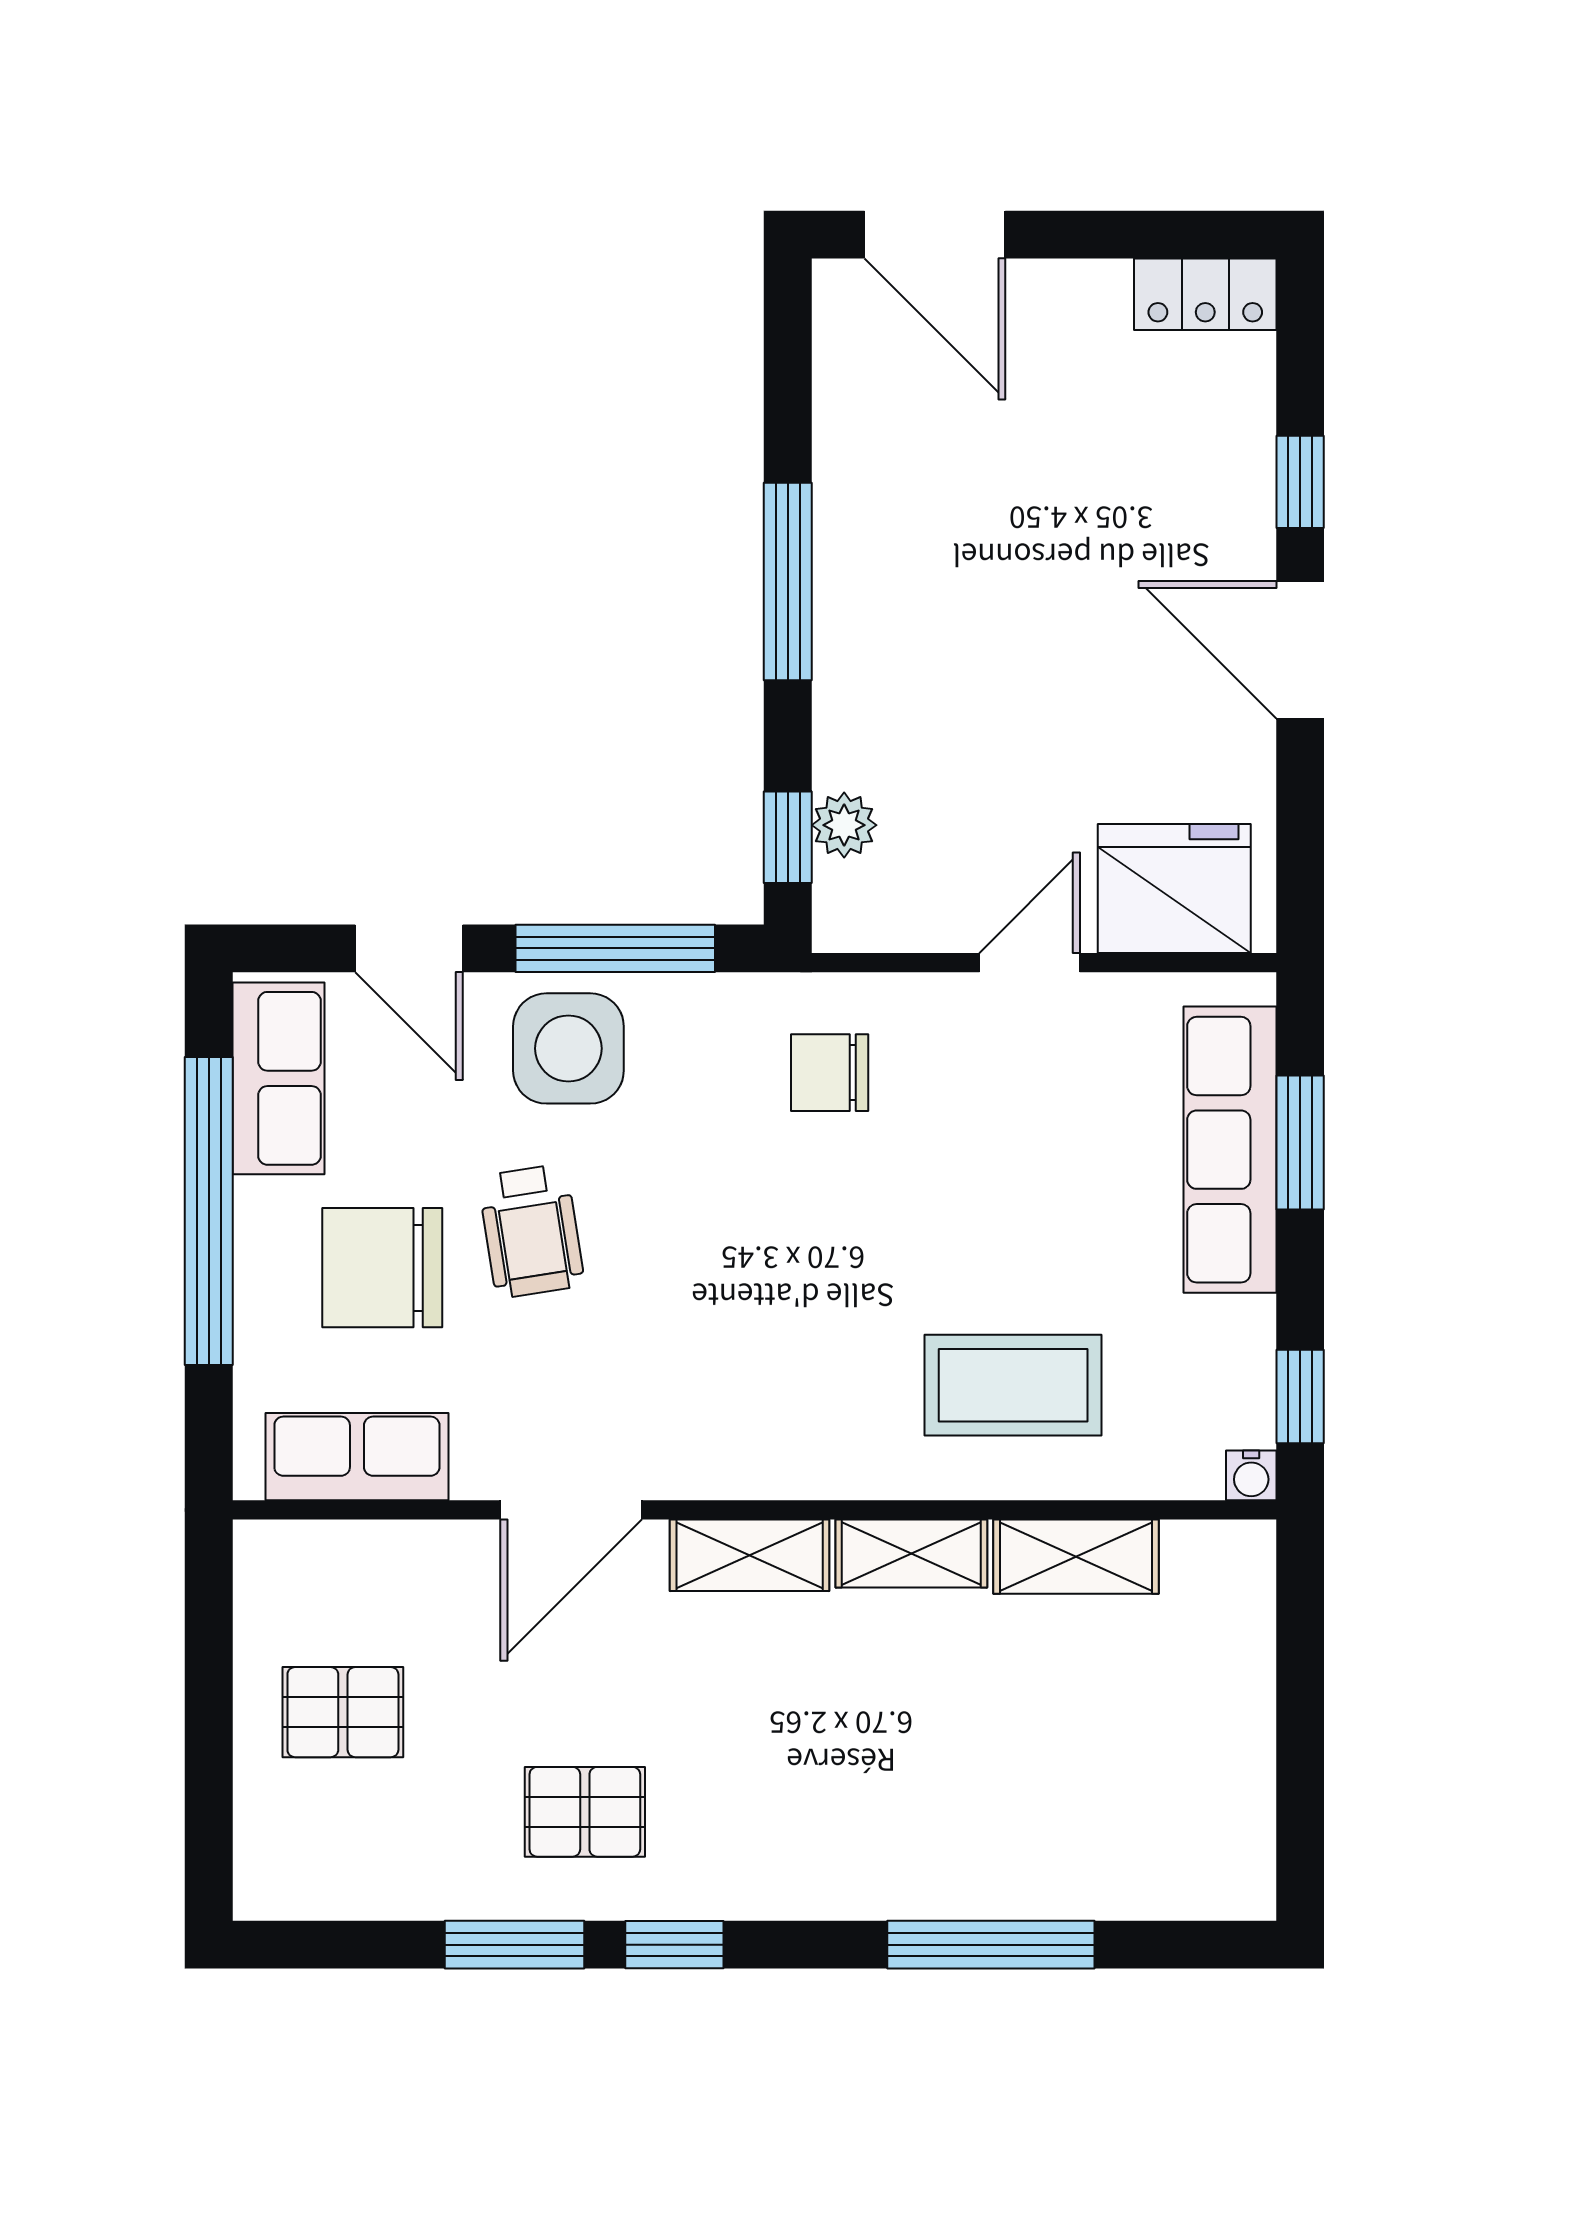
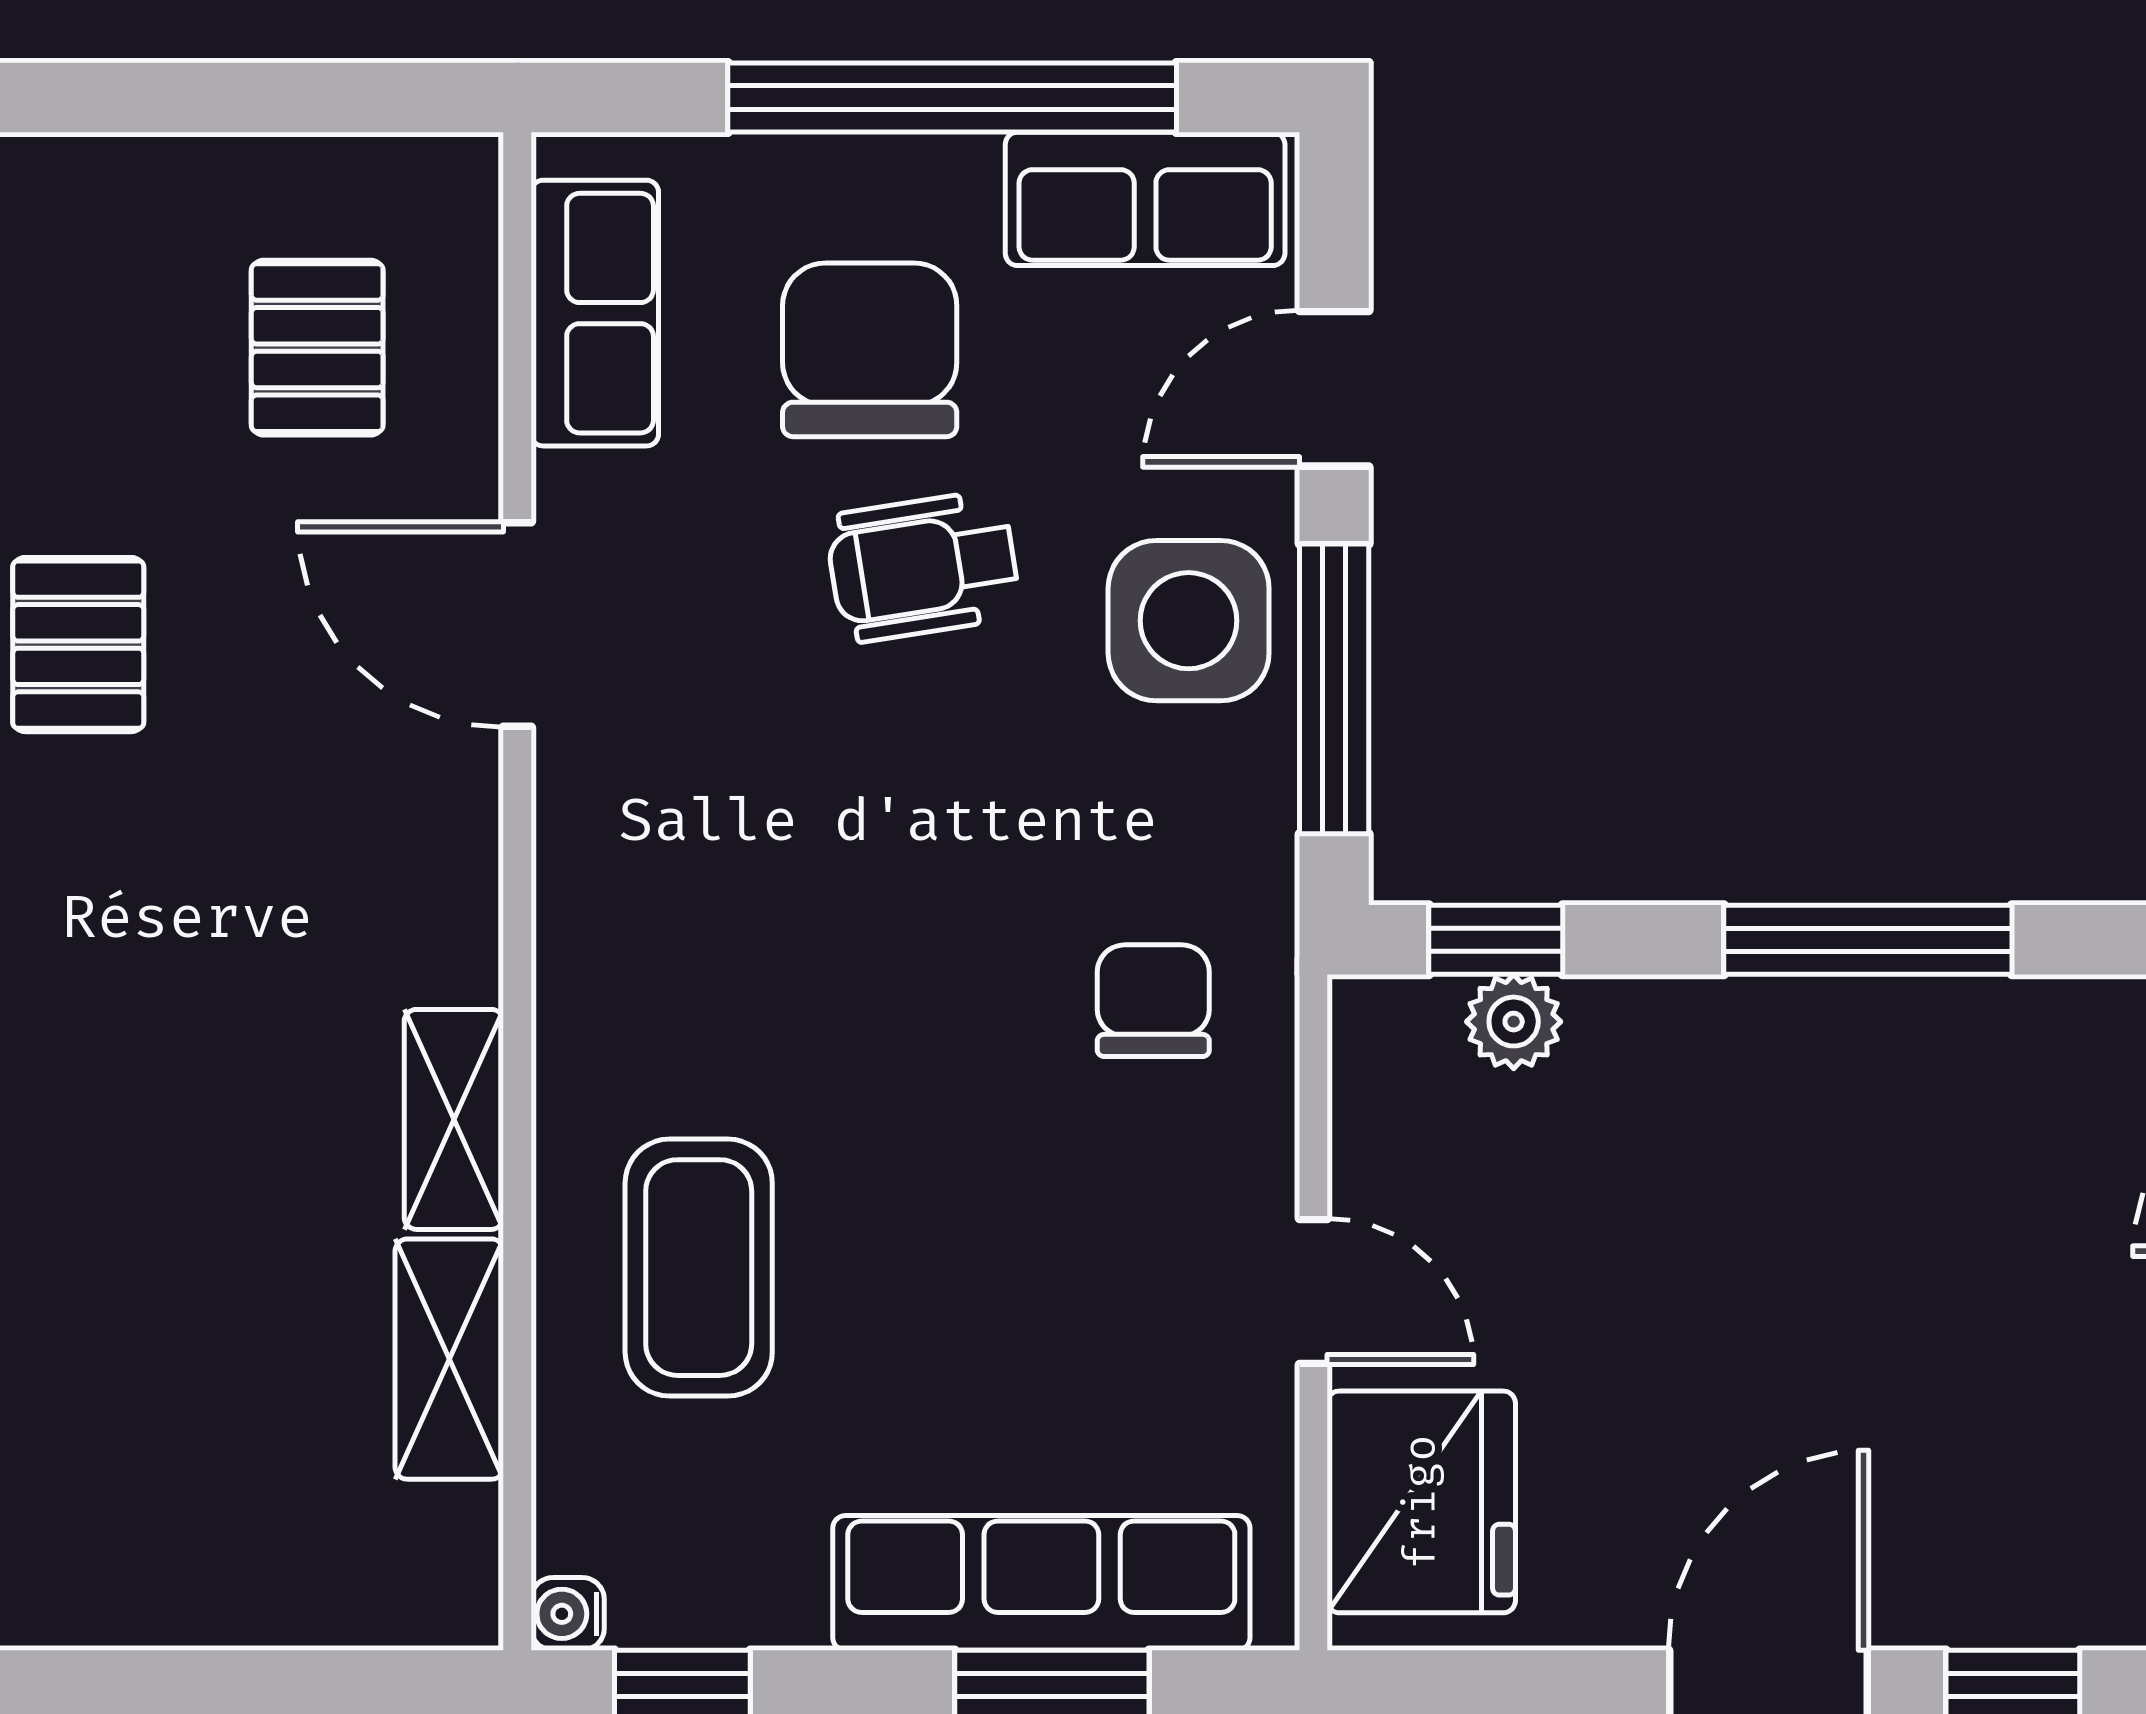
shelving: (750, 1555) -> (451, 884), removed
pallet: (343, 1712) -> (317, 348), moved

